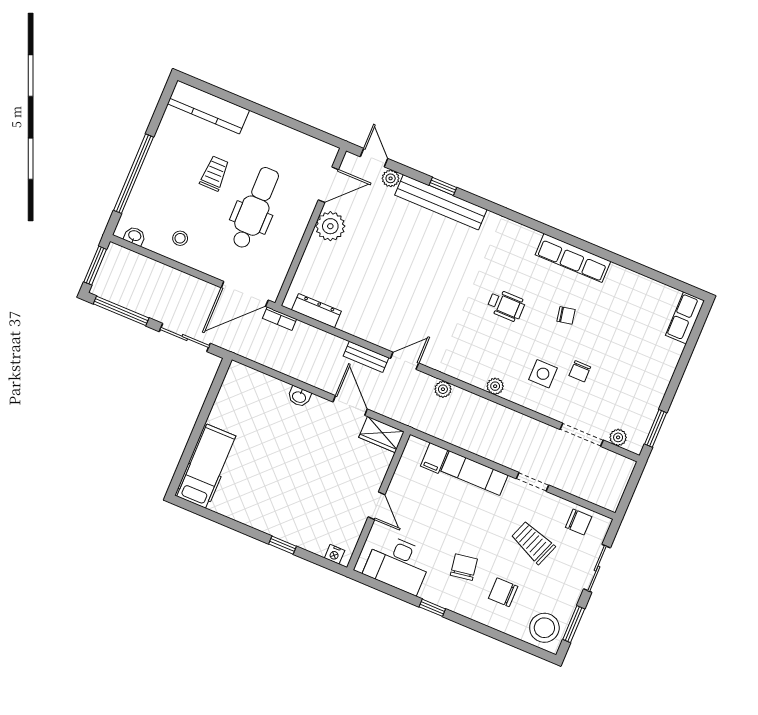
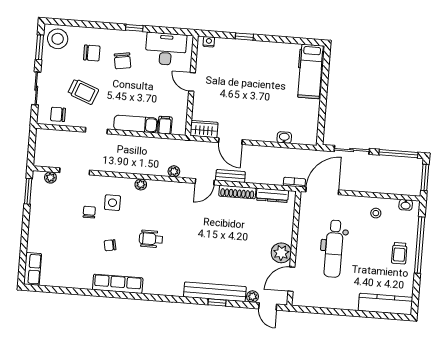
trolley: (215, 173) -> (399, 253), moved
shoe rack: (364, 331) -> (237, 192), added
washbasin: (299, 397) -> (284, 138), moved

